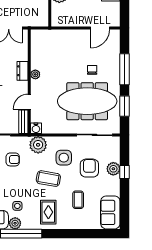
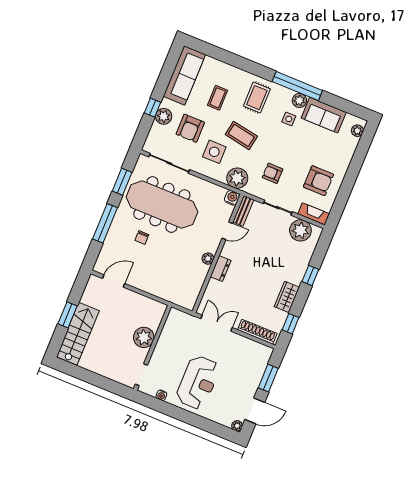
sofa: (110, 212) -> (184, 75), width x1.36

